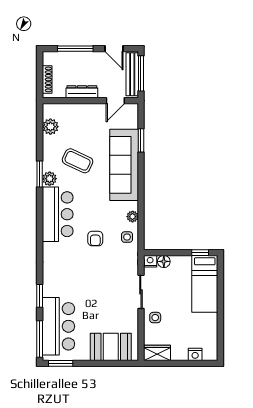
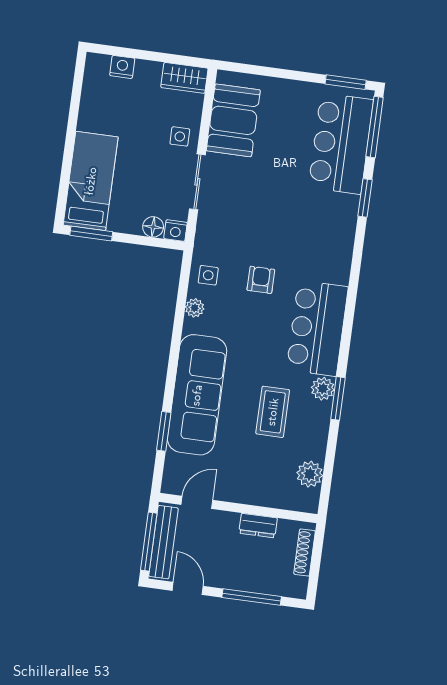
dresser: (82, 92) -> (258, 526), width x0.70
coffee table: (78, 161) -> (273, 412), turned 65
window: (200, 253) -> (91, 234), width x1.50
booth: (111, 347) -> (233, 120), moved, turned 90

